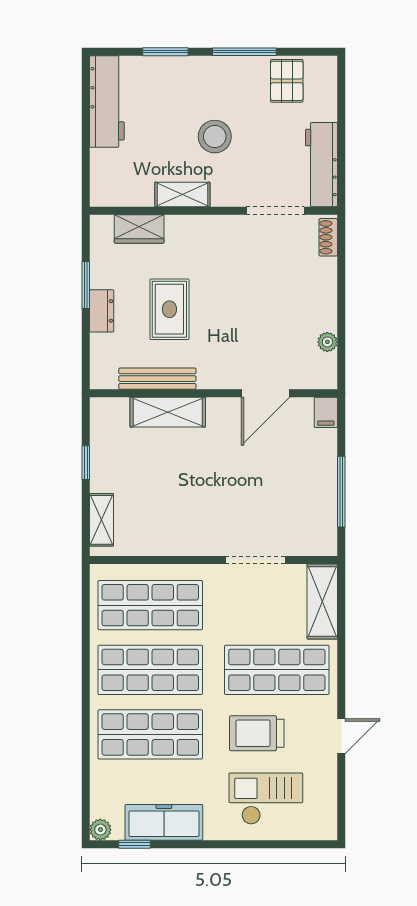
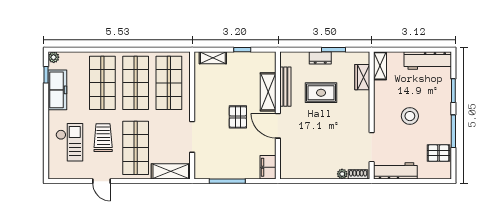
shelving: (182, 194) -> (380, 66), moved
plant: (327, 342) -> (342, 174), moved
door: (265, 393) -> (278, 126), moved
filing cabinet: (326, 412) -> (268, 167), width x2.00
pallet: (216, 471) -> (238, 117), added

